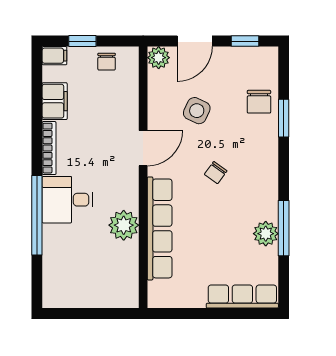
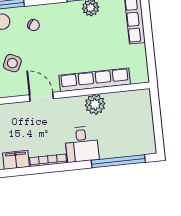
chair: (216, 173) -> (34, 25), moved
window: (37, 215) -> (118, 161), moved

